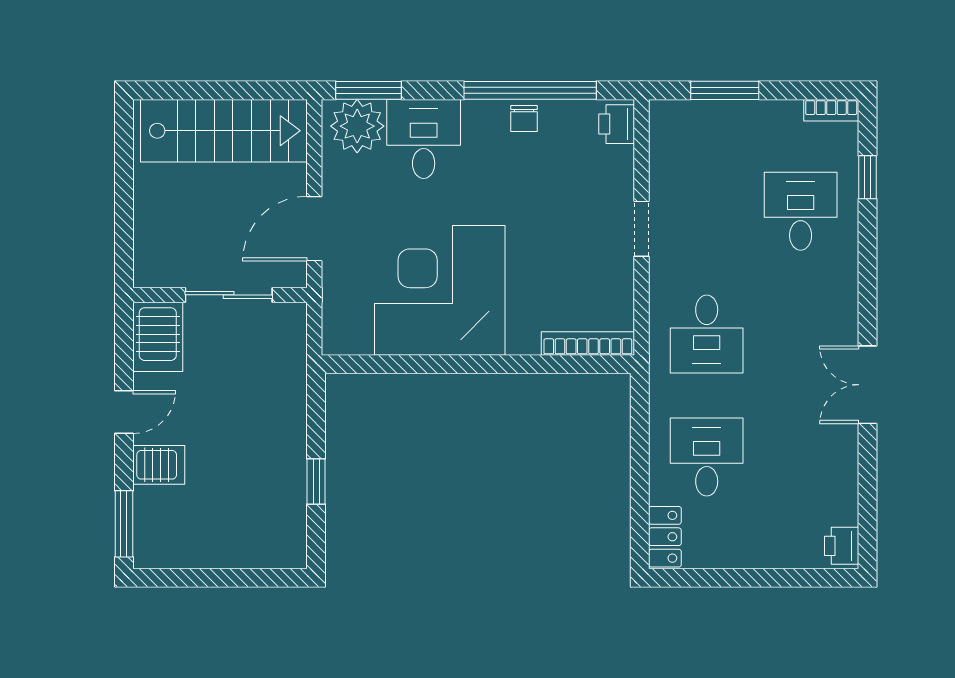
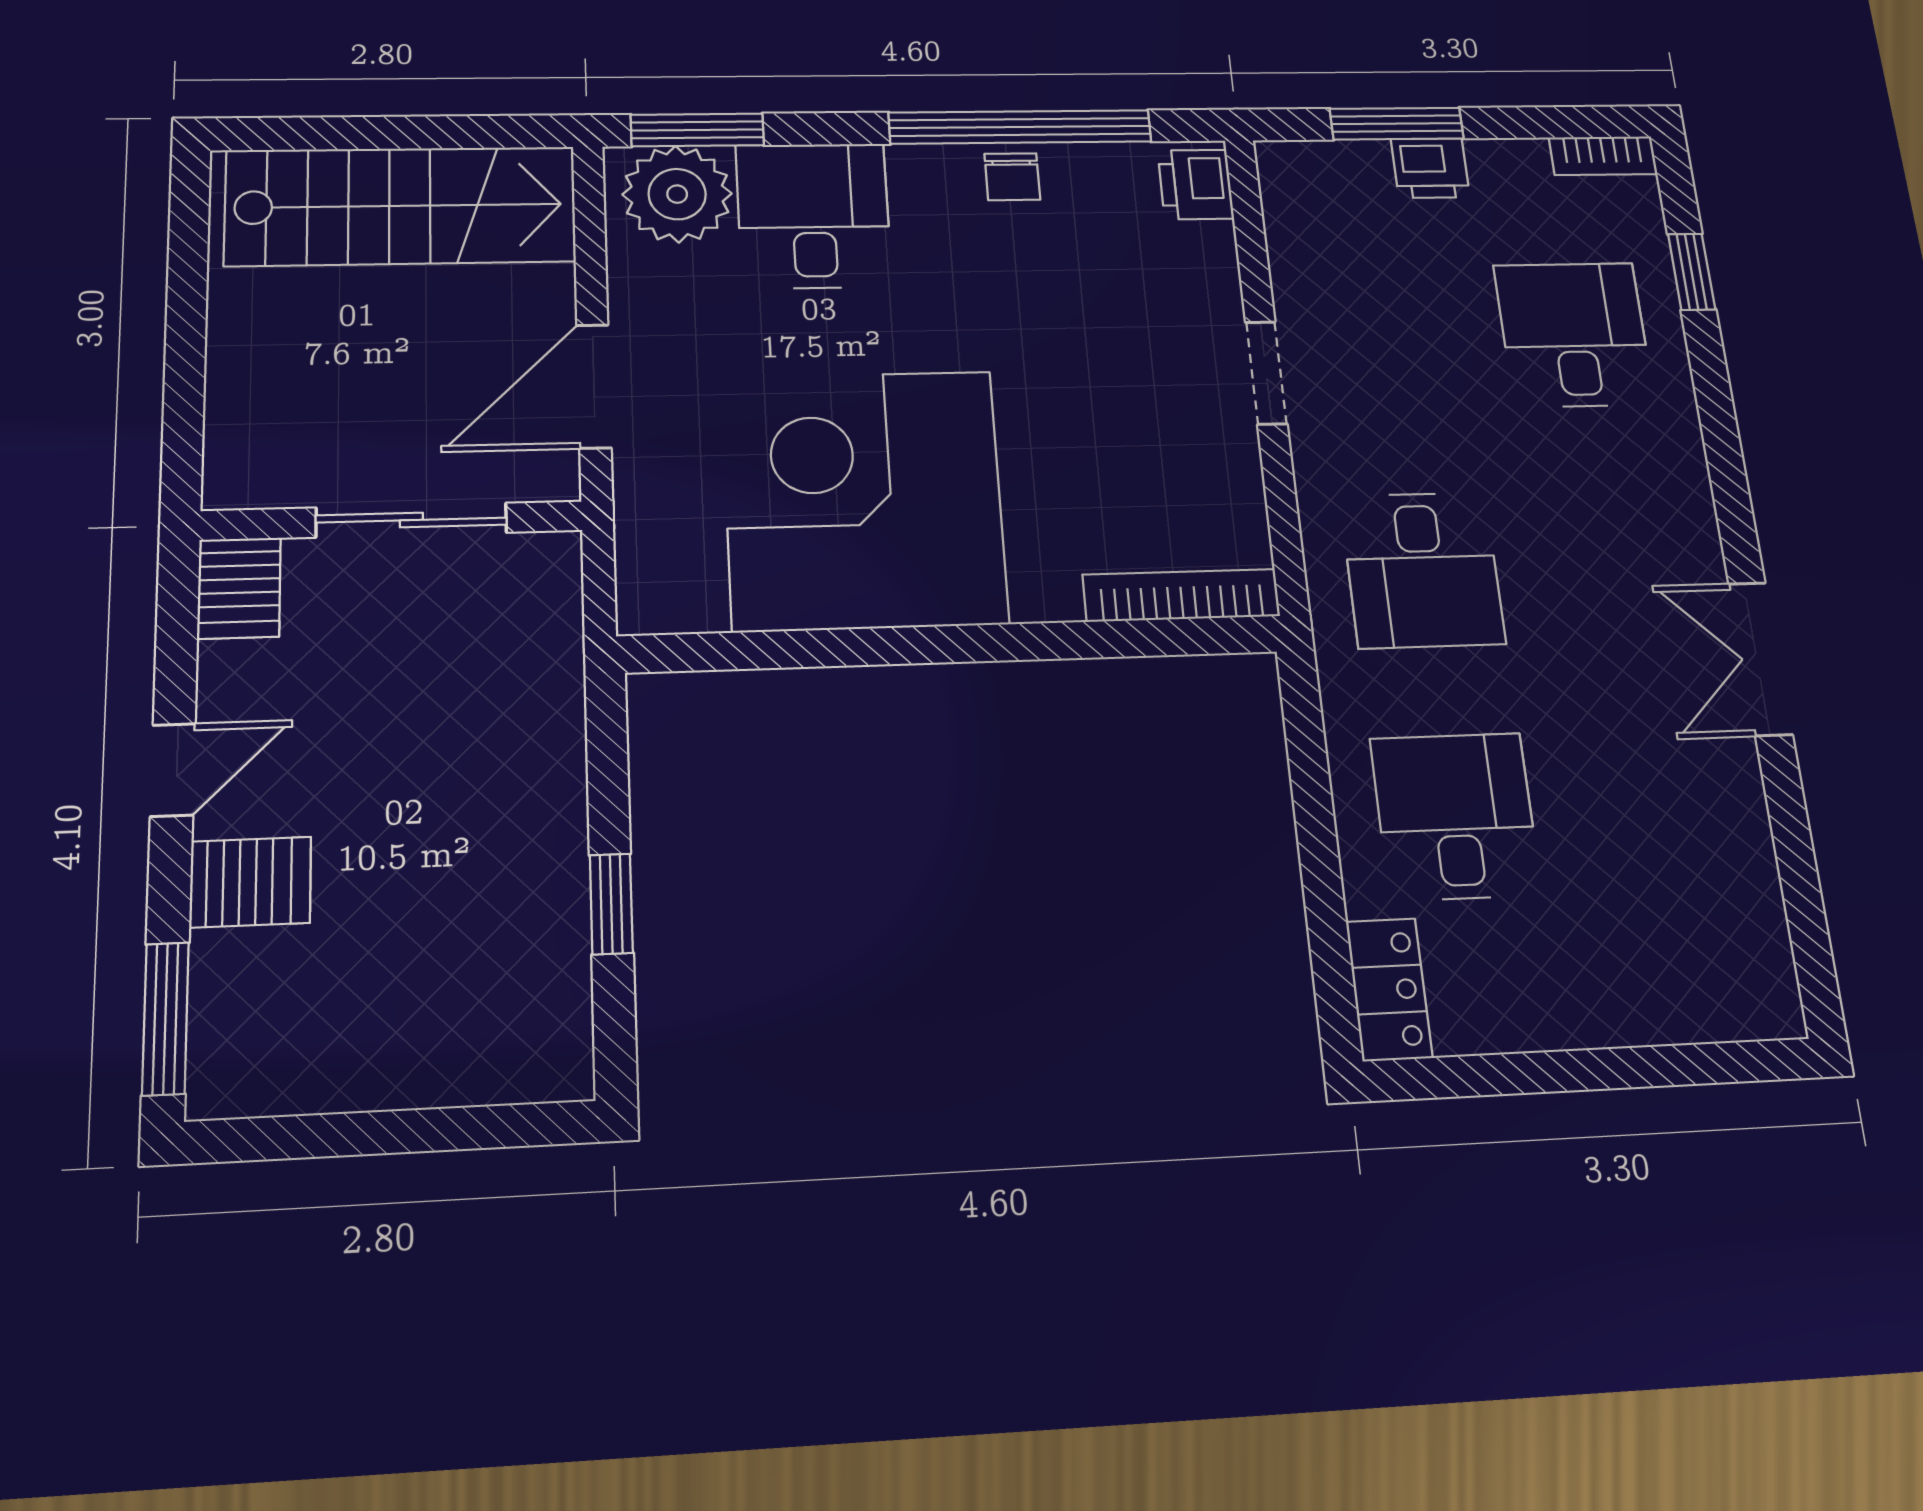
server rack: (158, 337) -> (239, 588), width x0.73, depth x0.70
printer: (842, 546) -> (1430, 168), moved, turned -90

